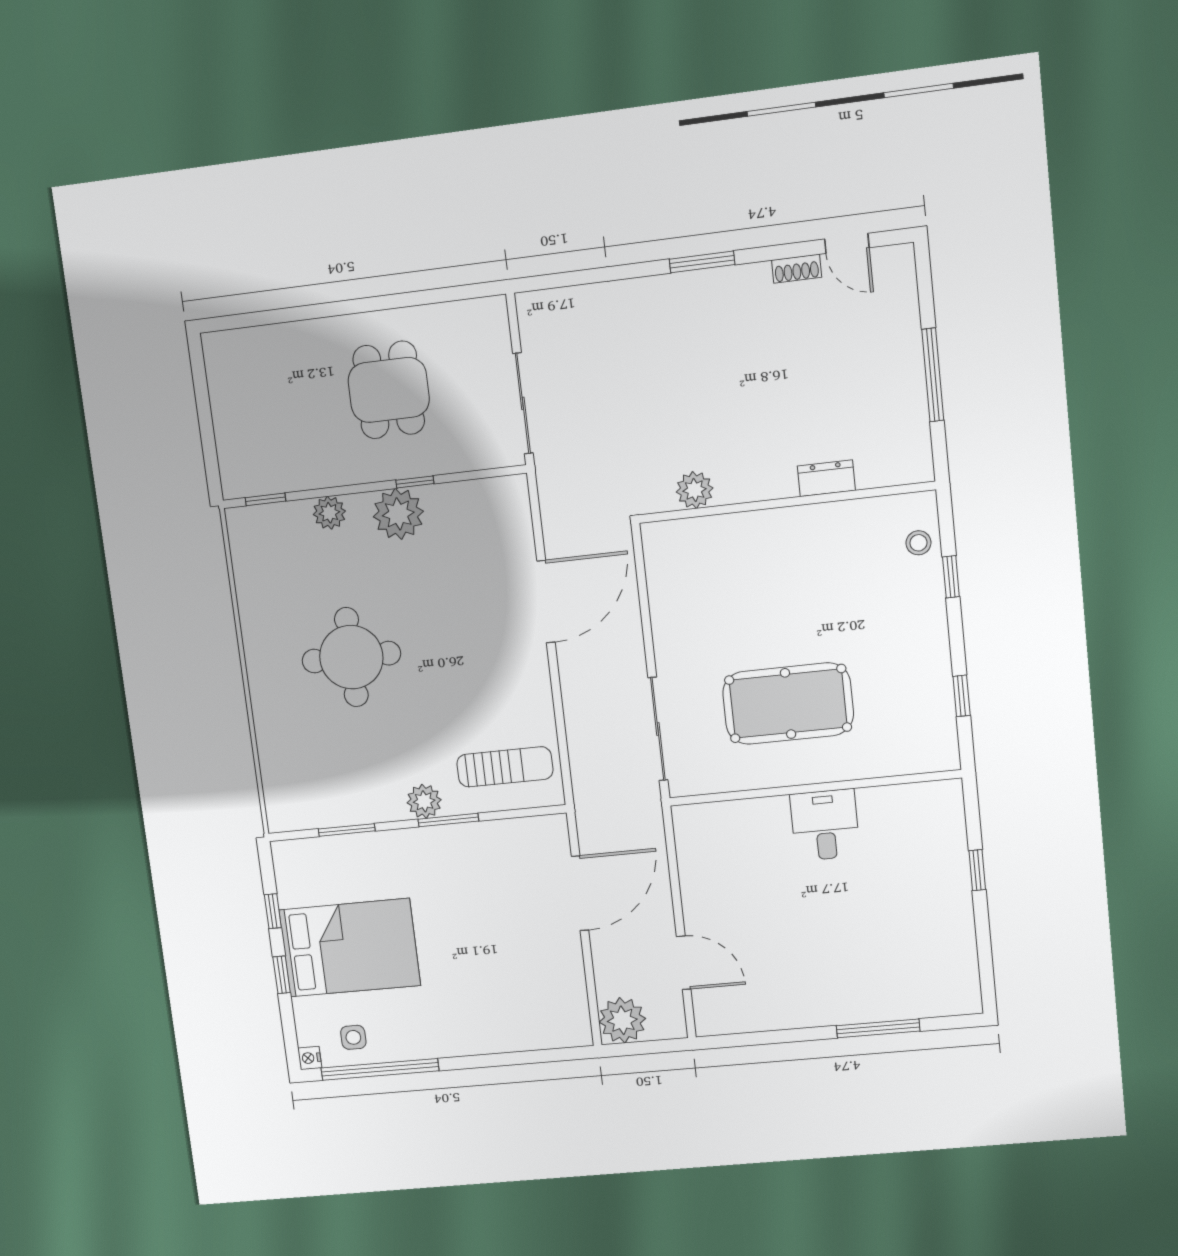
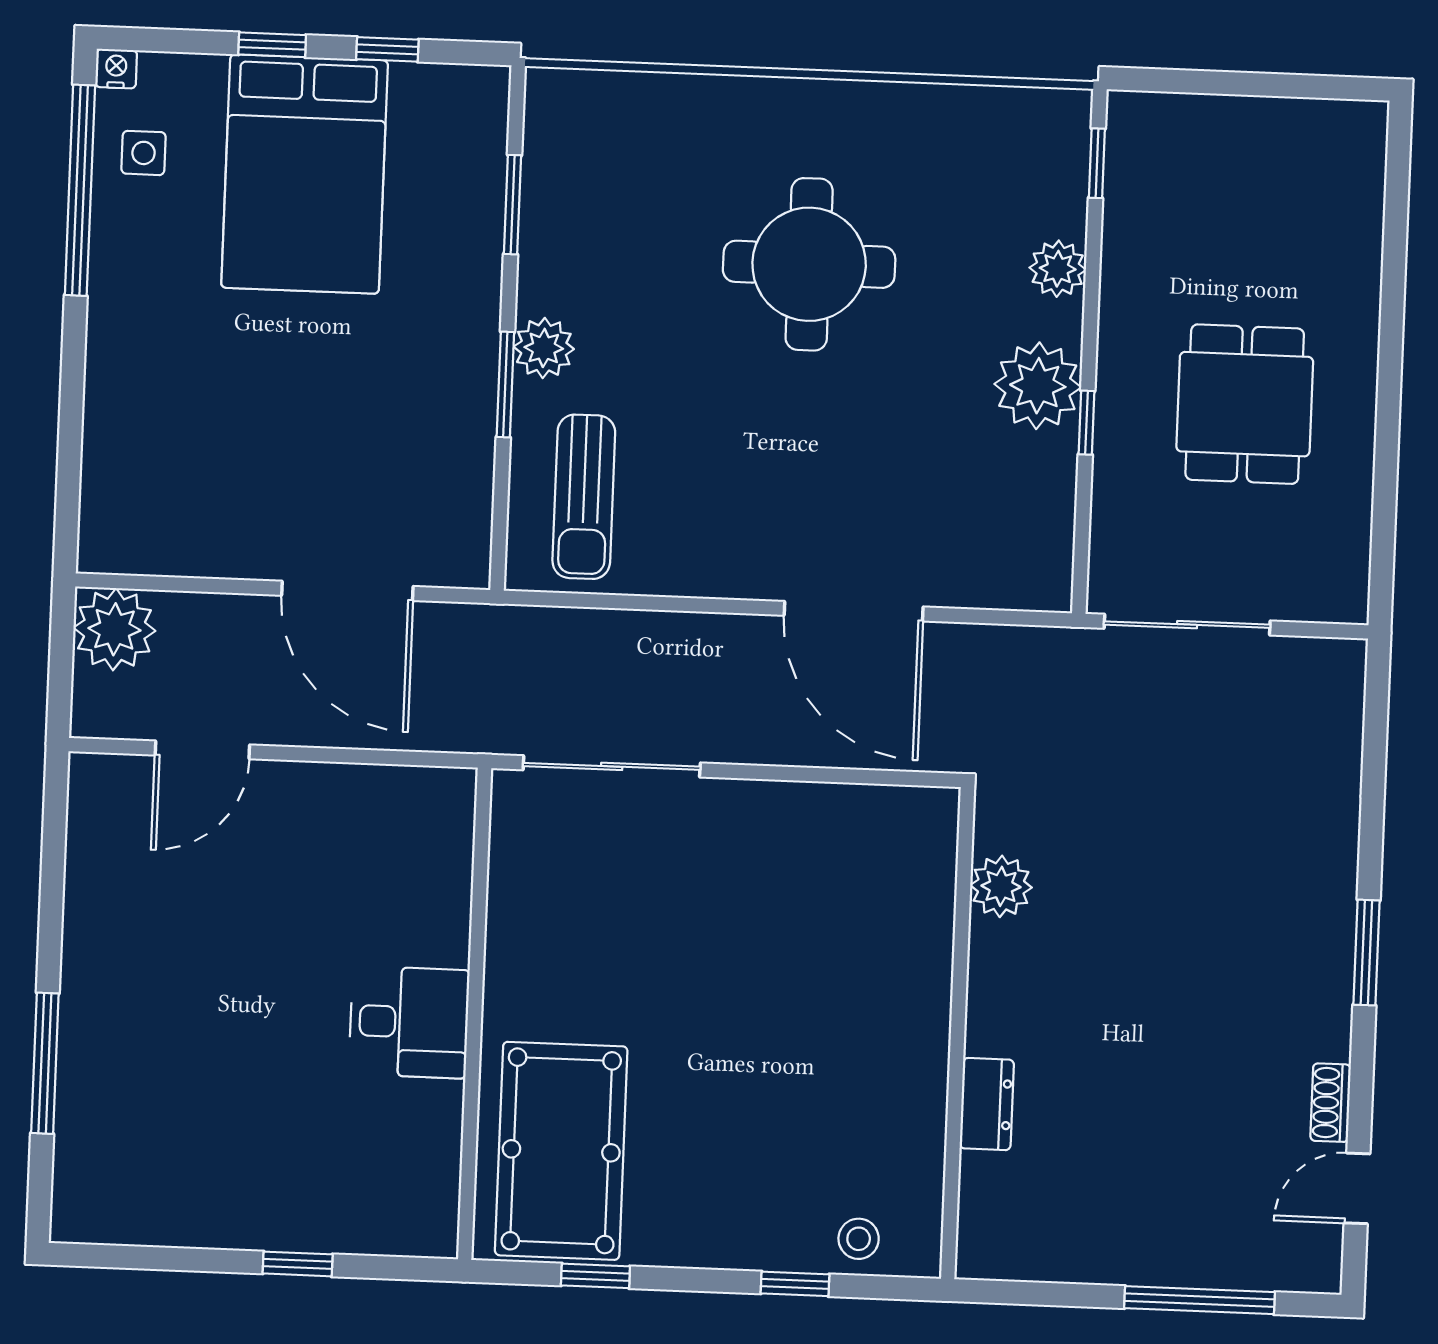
window: (933, 375) -> (1199, 1300), moved
dining table: (389, 390) -> (1245, 404), turned 90
pool table: (788, 704) -> (561, 1151), moved

